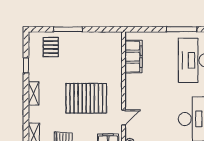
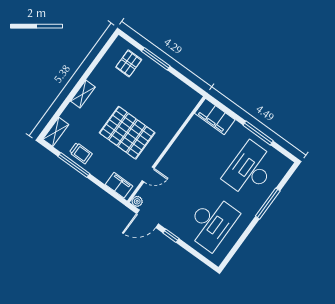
filing cabinet: (134, 57) -> (215, 117), moved, turned 90
window: (26, 65) -> (94, 64), removed

